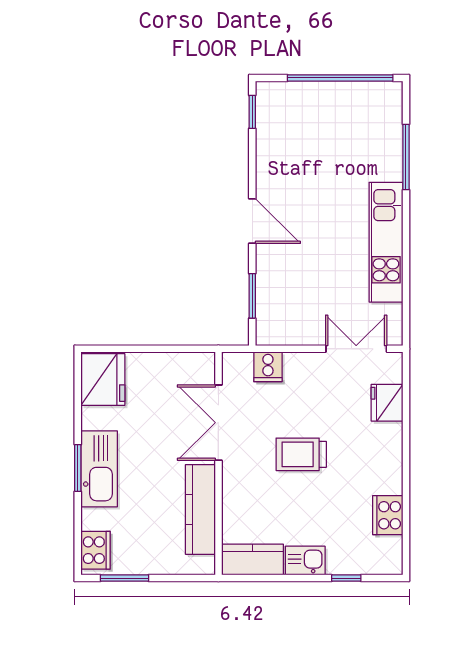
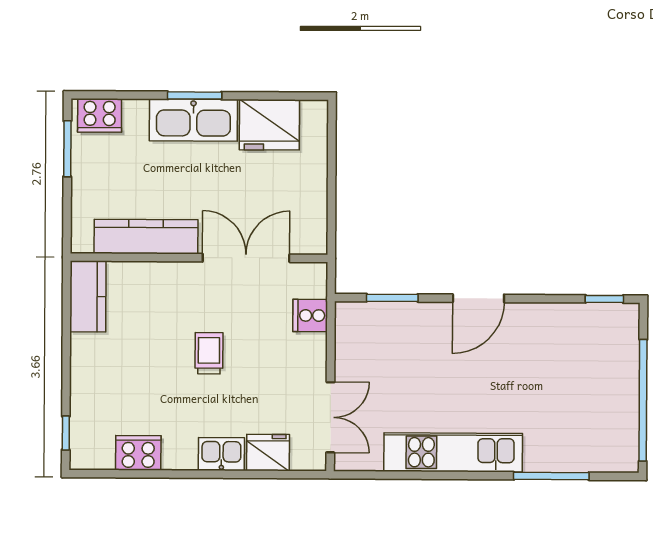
fridge: (103, 380) -> (269, 125), moved
trolley: (301, 454) -> (209, 353), width x0.73, depth x0.72
kitchen sink: (305, 561) -> (221, 454), moved, turned -90
window: (346, 578) -> (66, 433), moved

